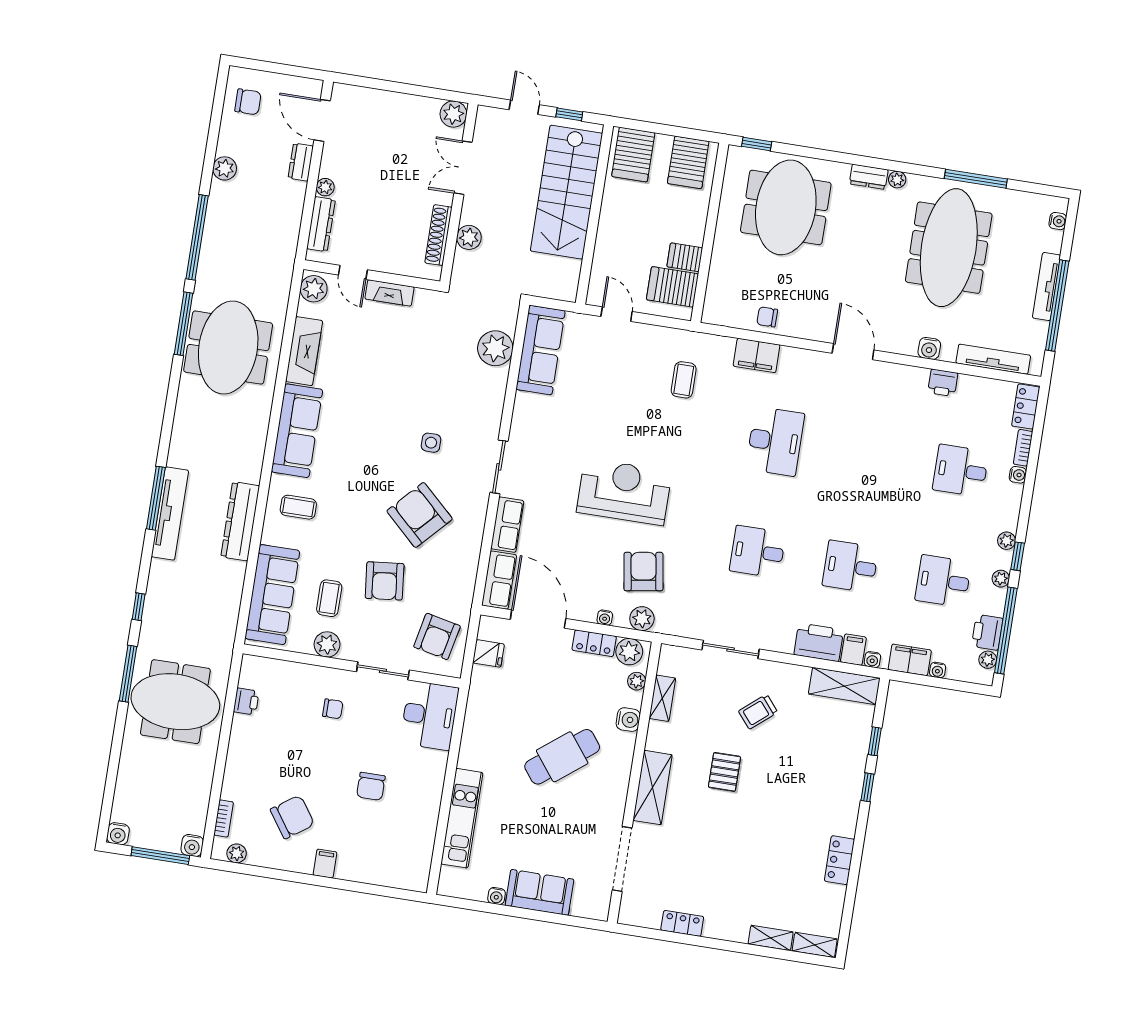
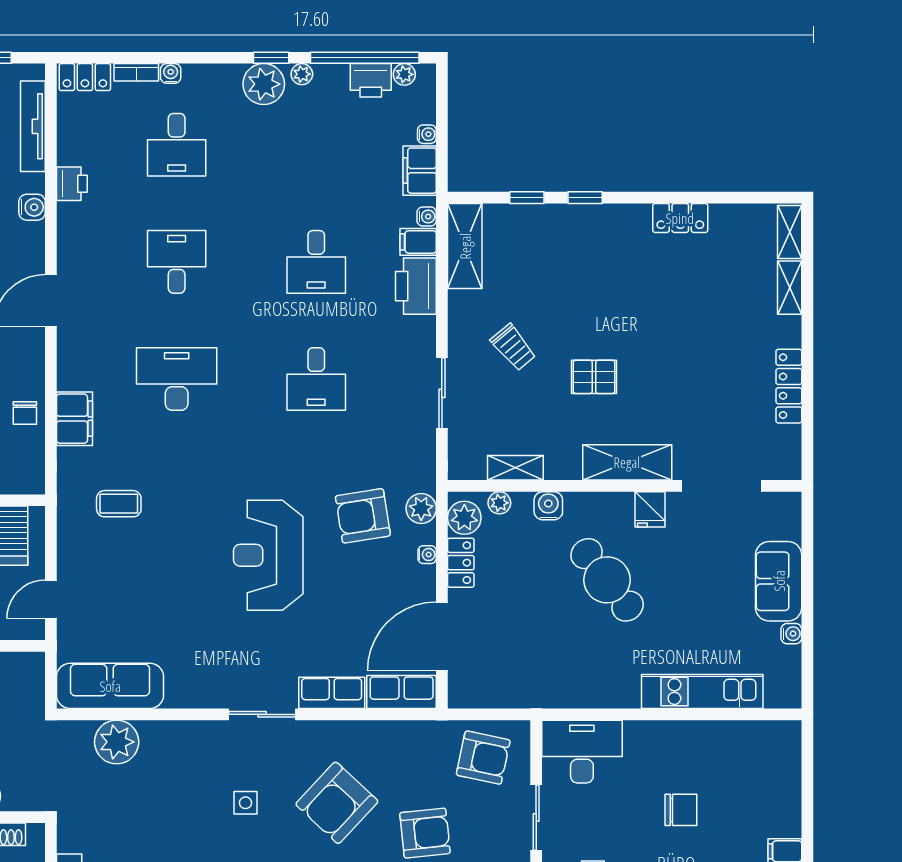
plant: (1007, 541) -> (264, 84), width x1.88, depth x1.88
desk: (943, 581) -> (177, 262), moved, turned 180
fridge: (488, 653) -> (650, 509), moved, turned 180
locker: (682, 923) -> (789, 386), width x1.53

